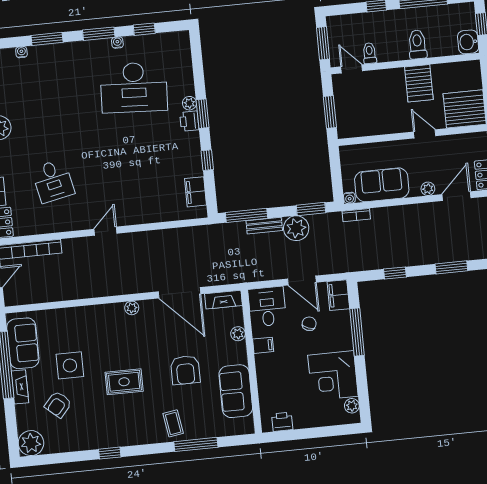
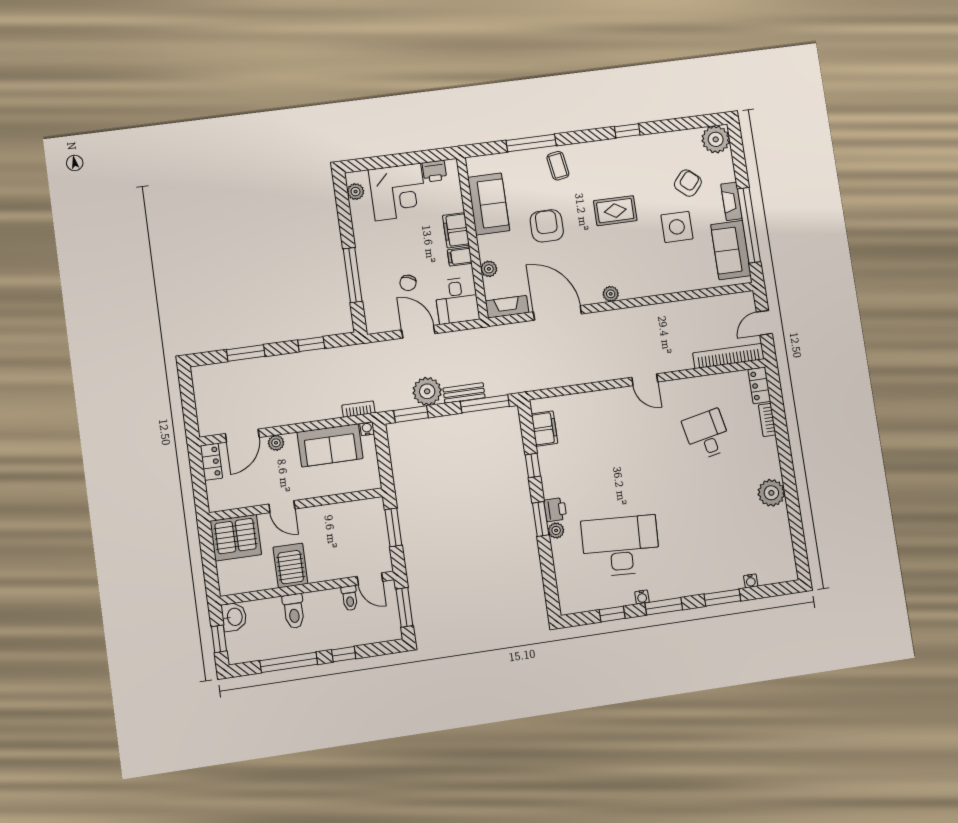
door: (105, 231) -> (645, 380), hinge flipped
filing cabinet: (338, 295) -> (456, 230), moved, turned 180
corner desk: (333, 376) -> (398, 192), moved, turned 90

